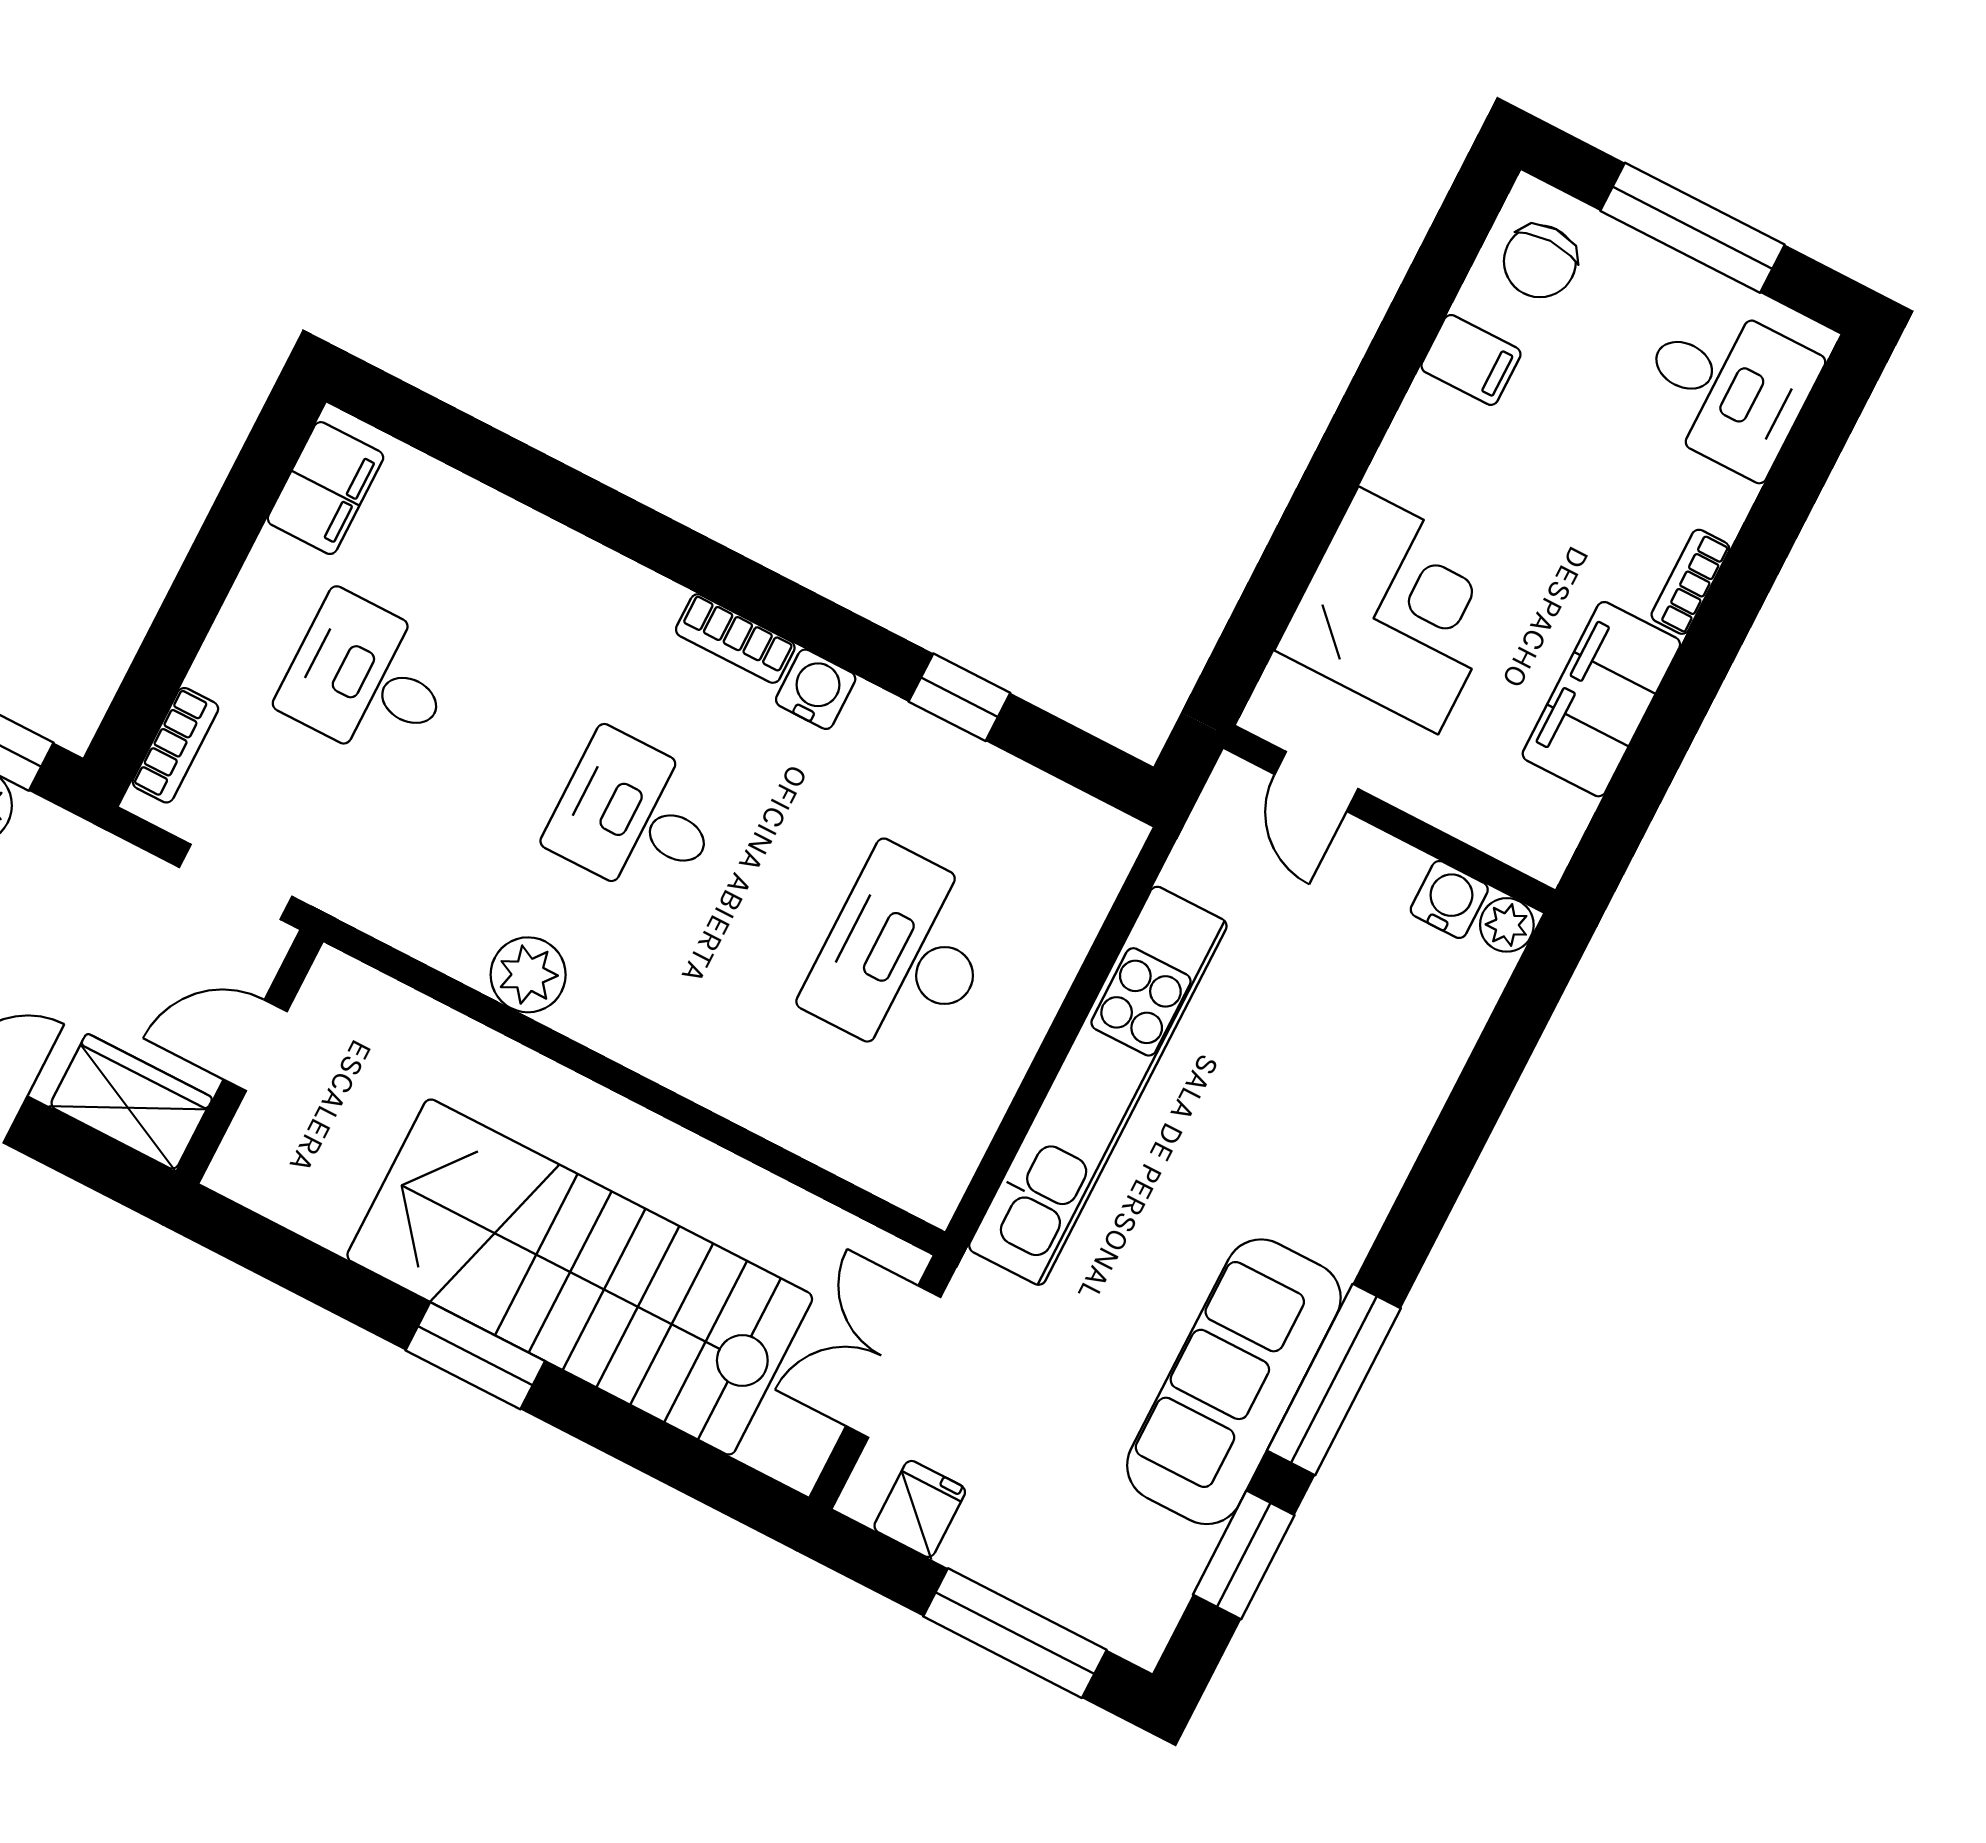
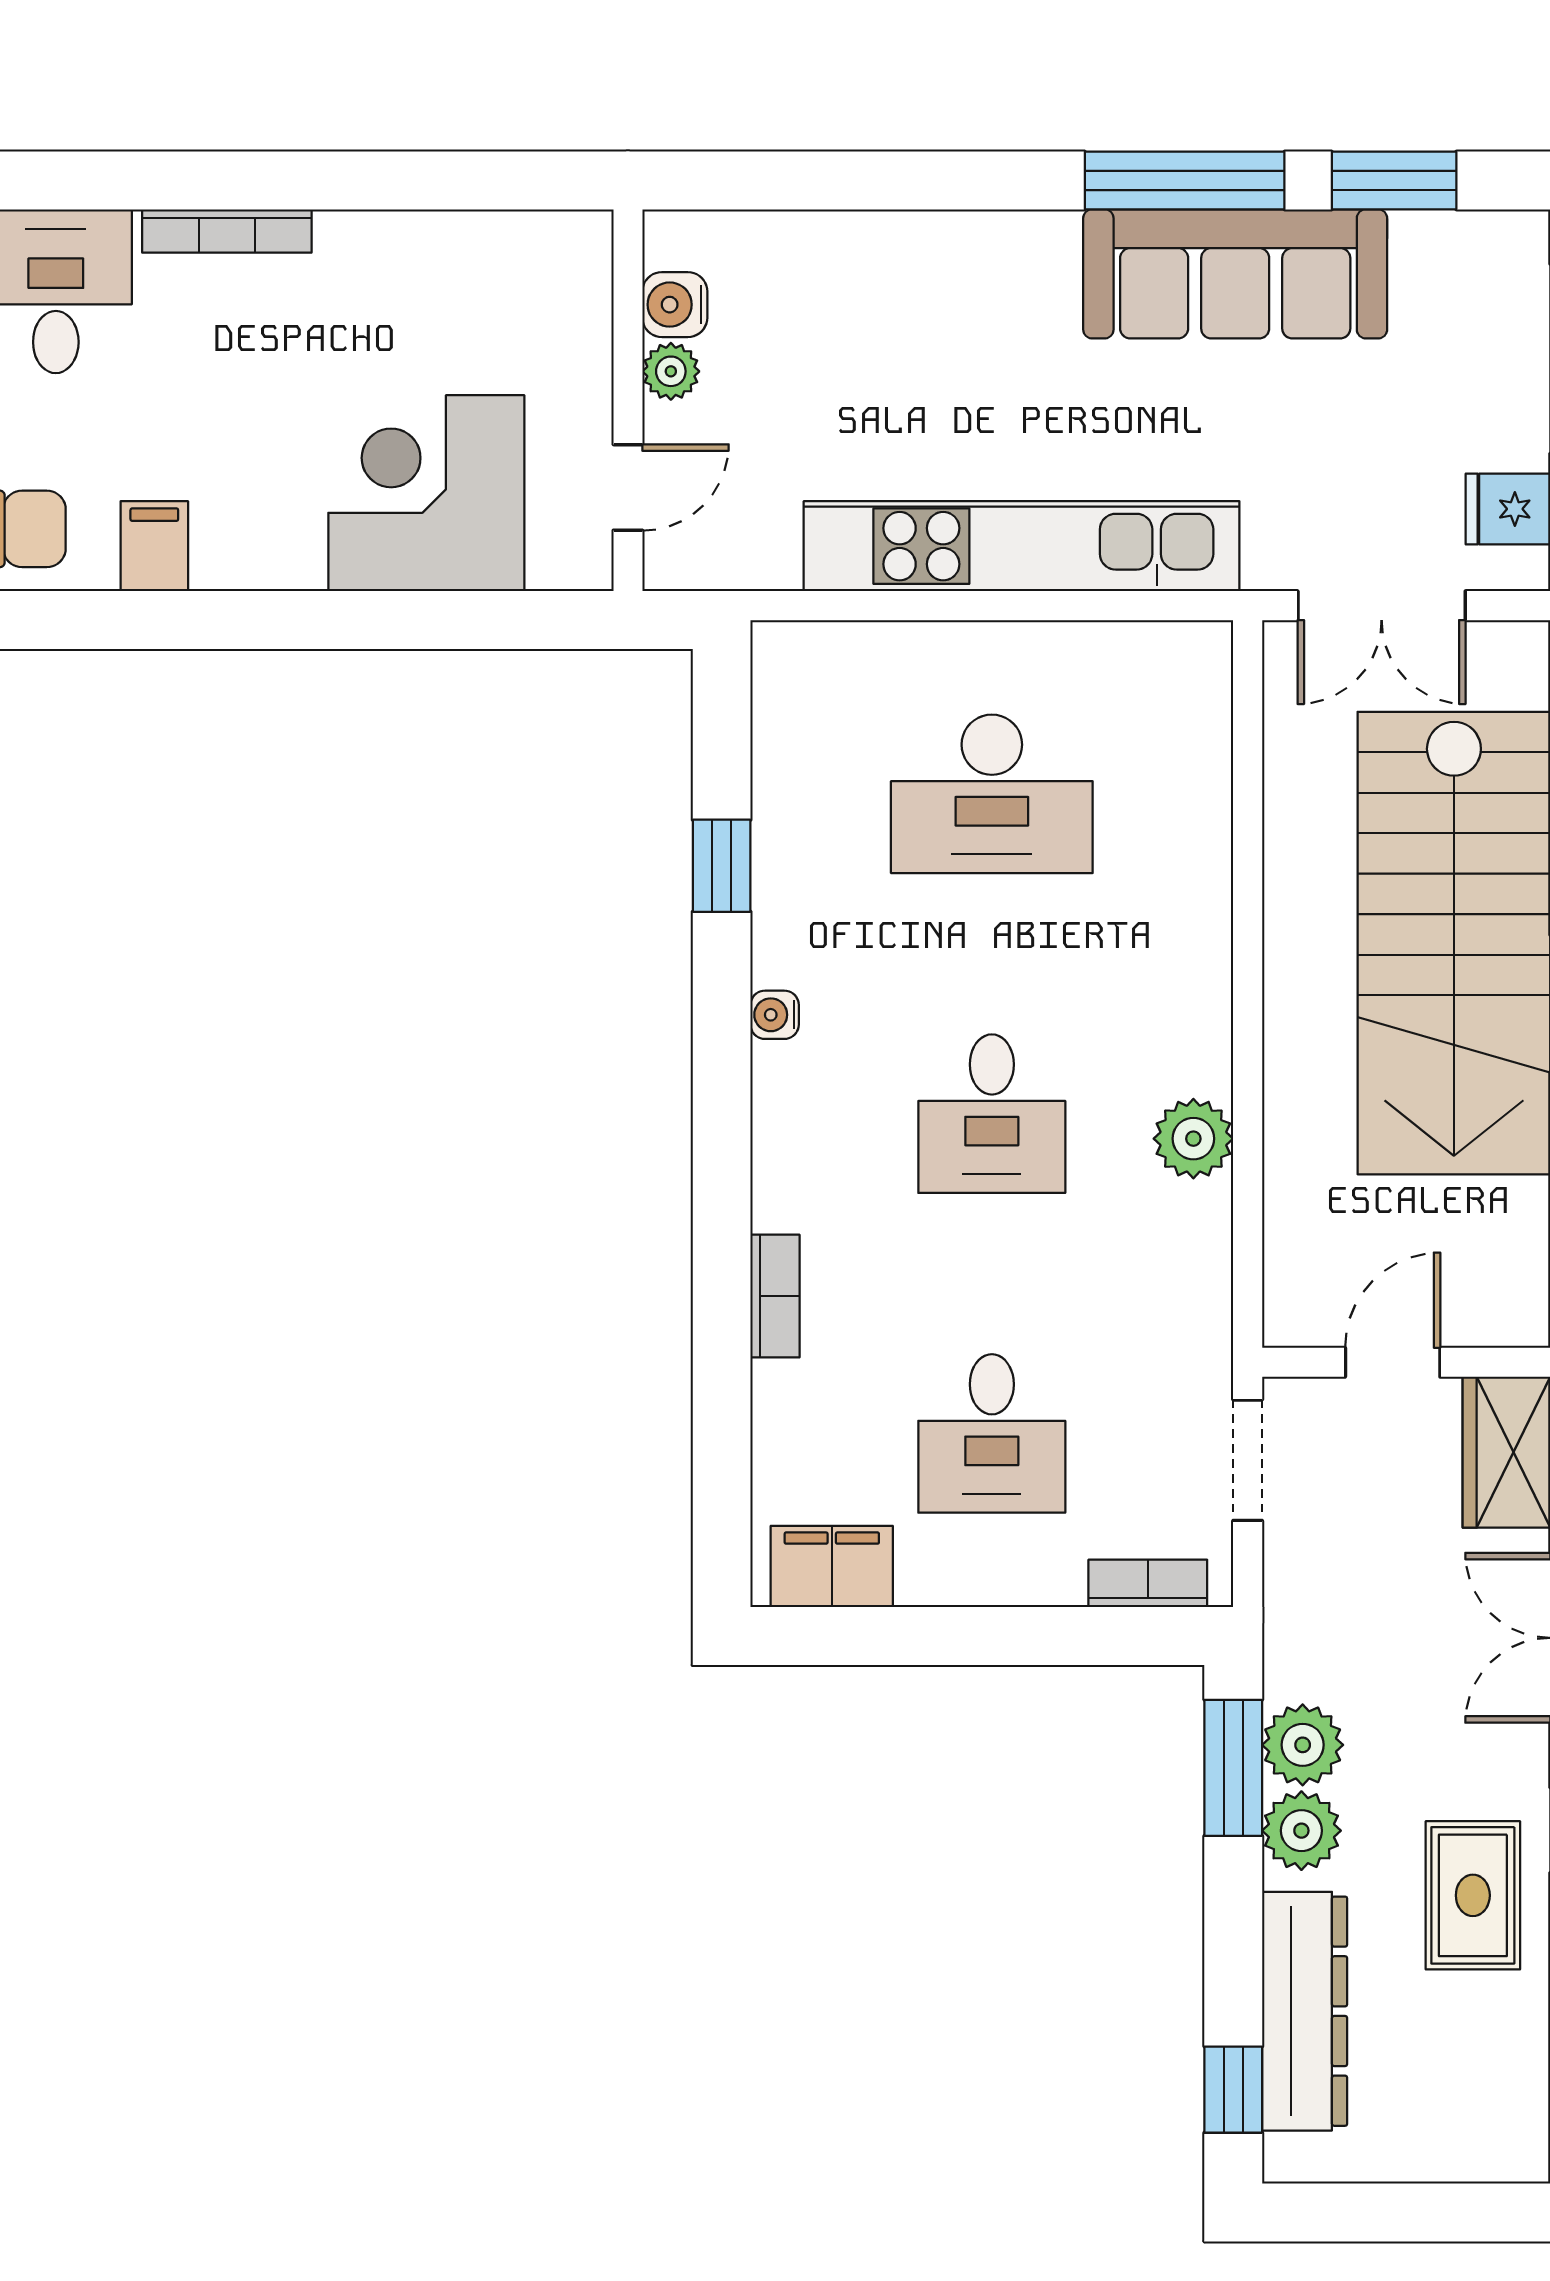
bookcase: (1690, 582) -> (227, 231), width x1.56
bookcase: (735, 639) -> (775, 1296), moved
water cooler: (816, 689) -> (775, 1015), width x0.72, depth x0.72
filing cabinet: (1601, 699) -> (412, 258), removed
plant: (1507, 925) -> (671, 371), moved
door: (255, 1045) -> (1393, 1362), swing flipped

